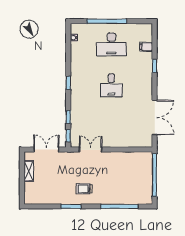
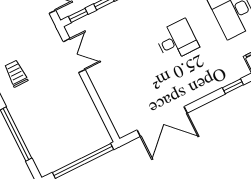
desk: (111, 85) -> (177, 40), turned 180

